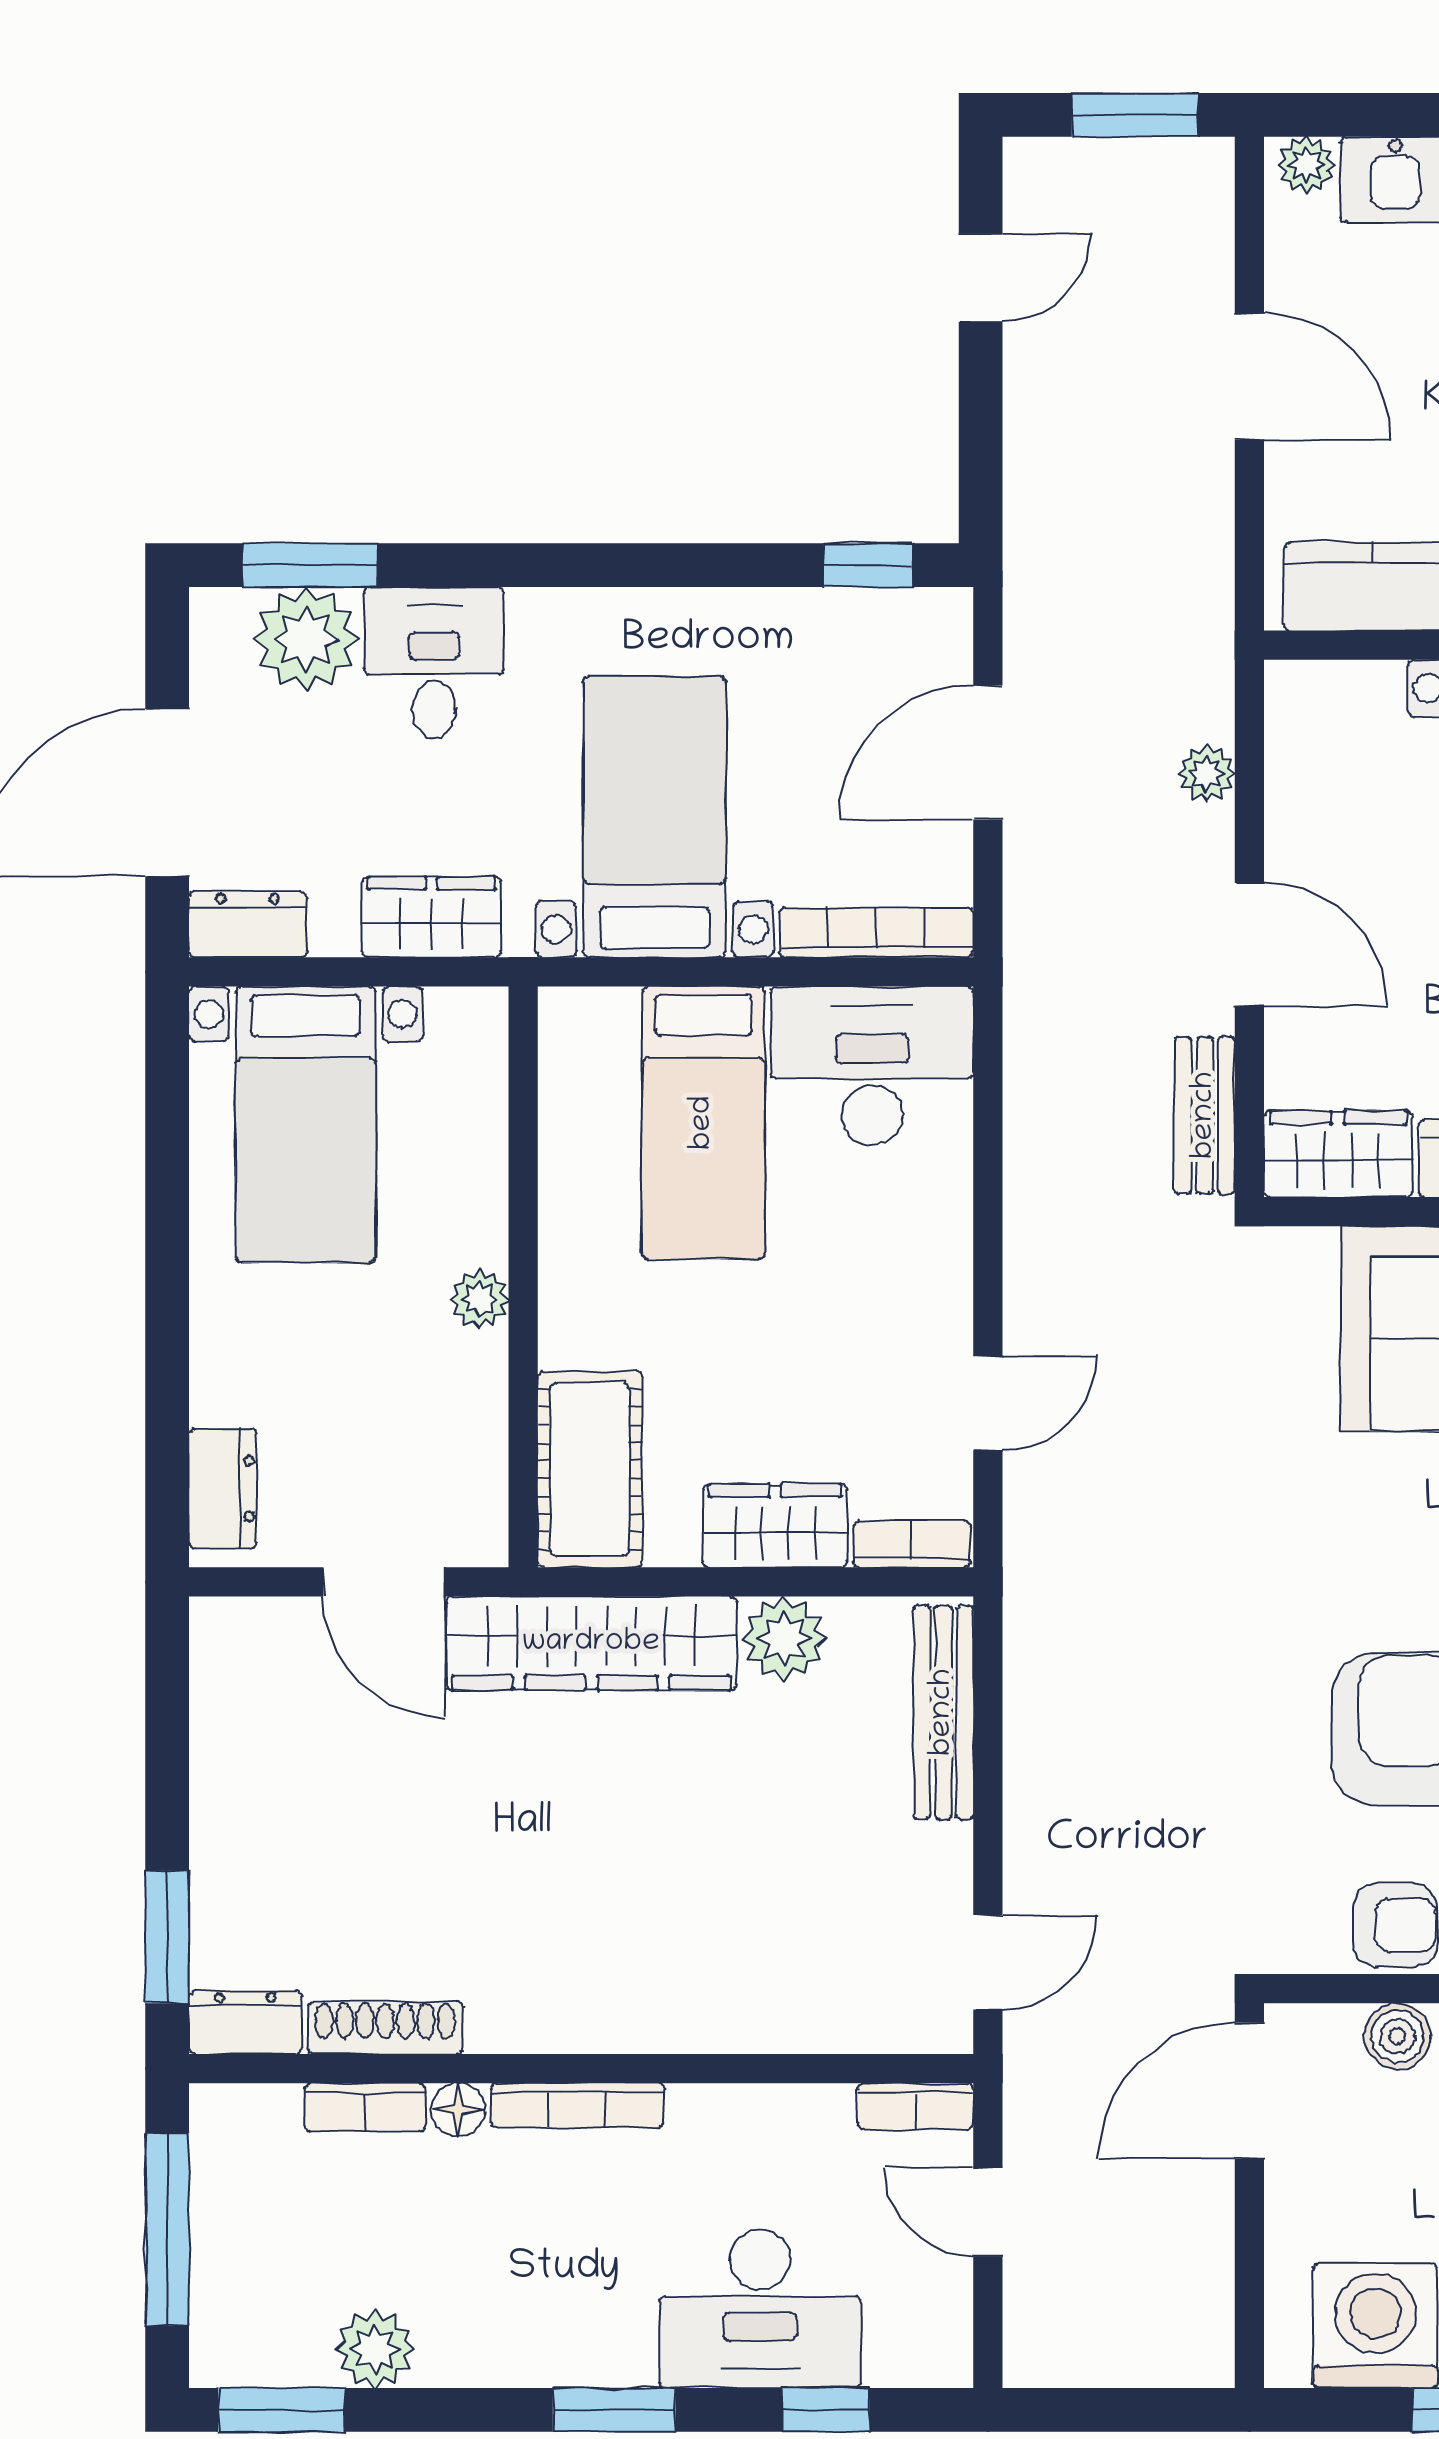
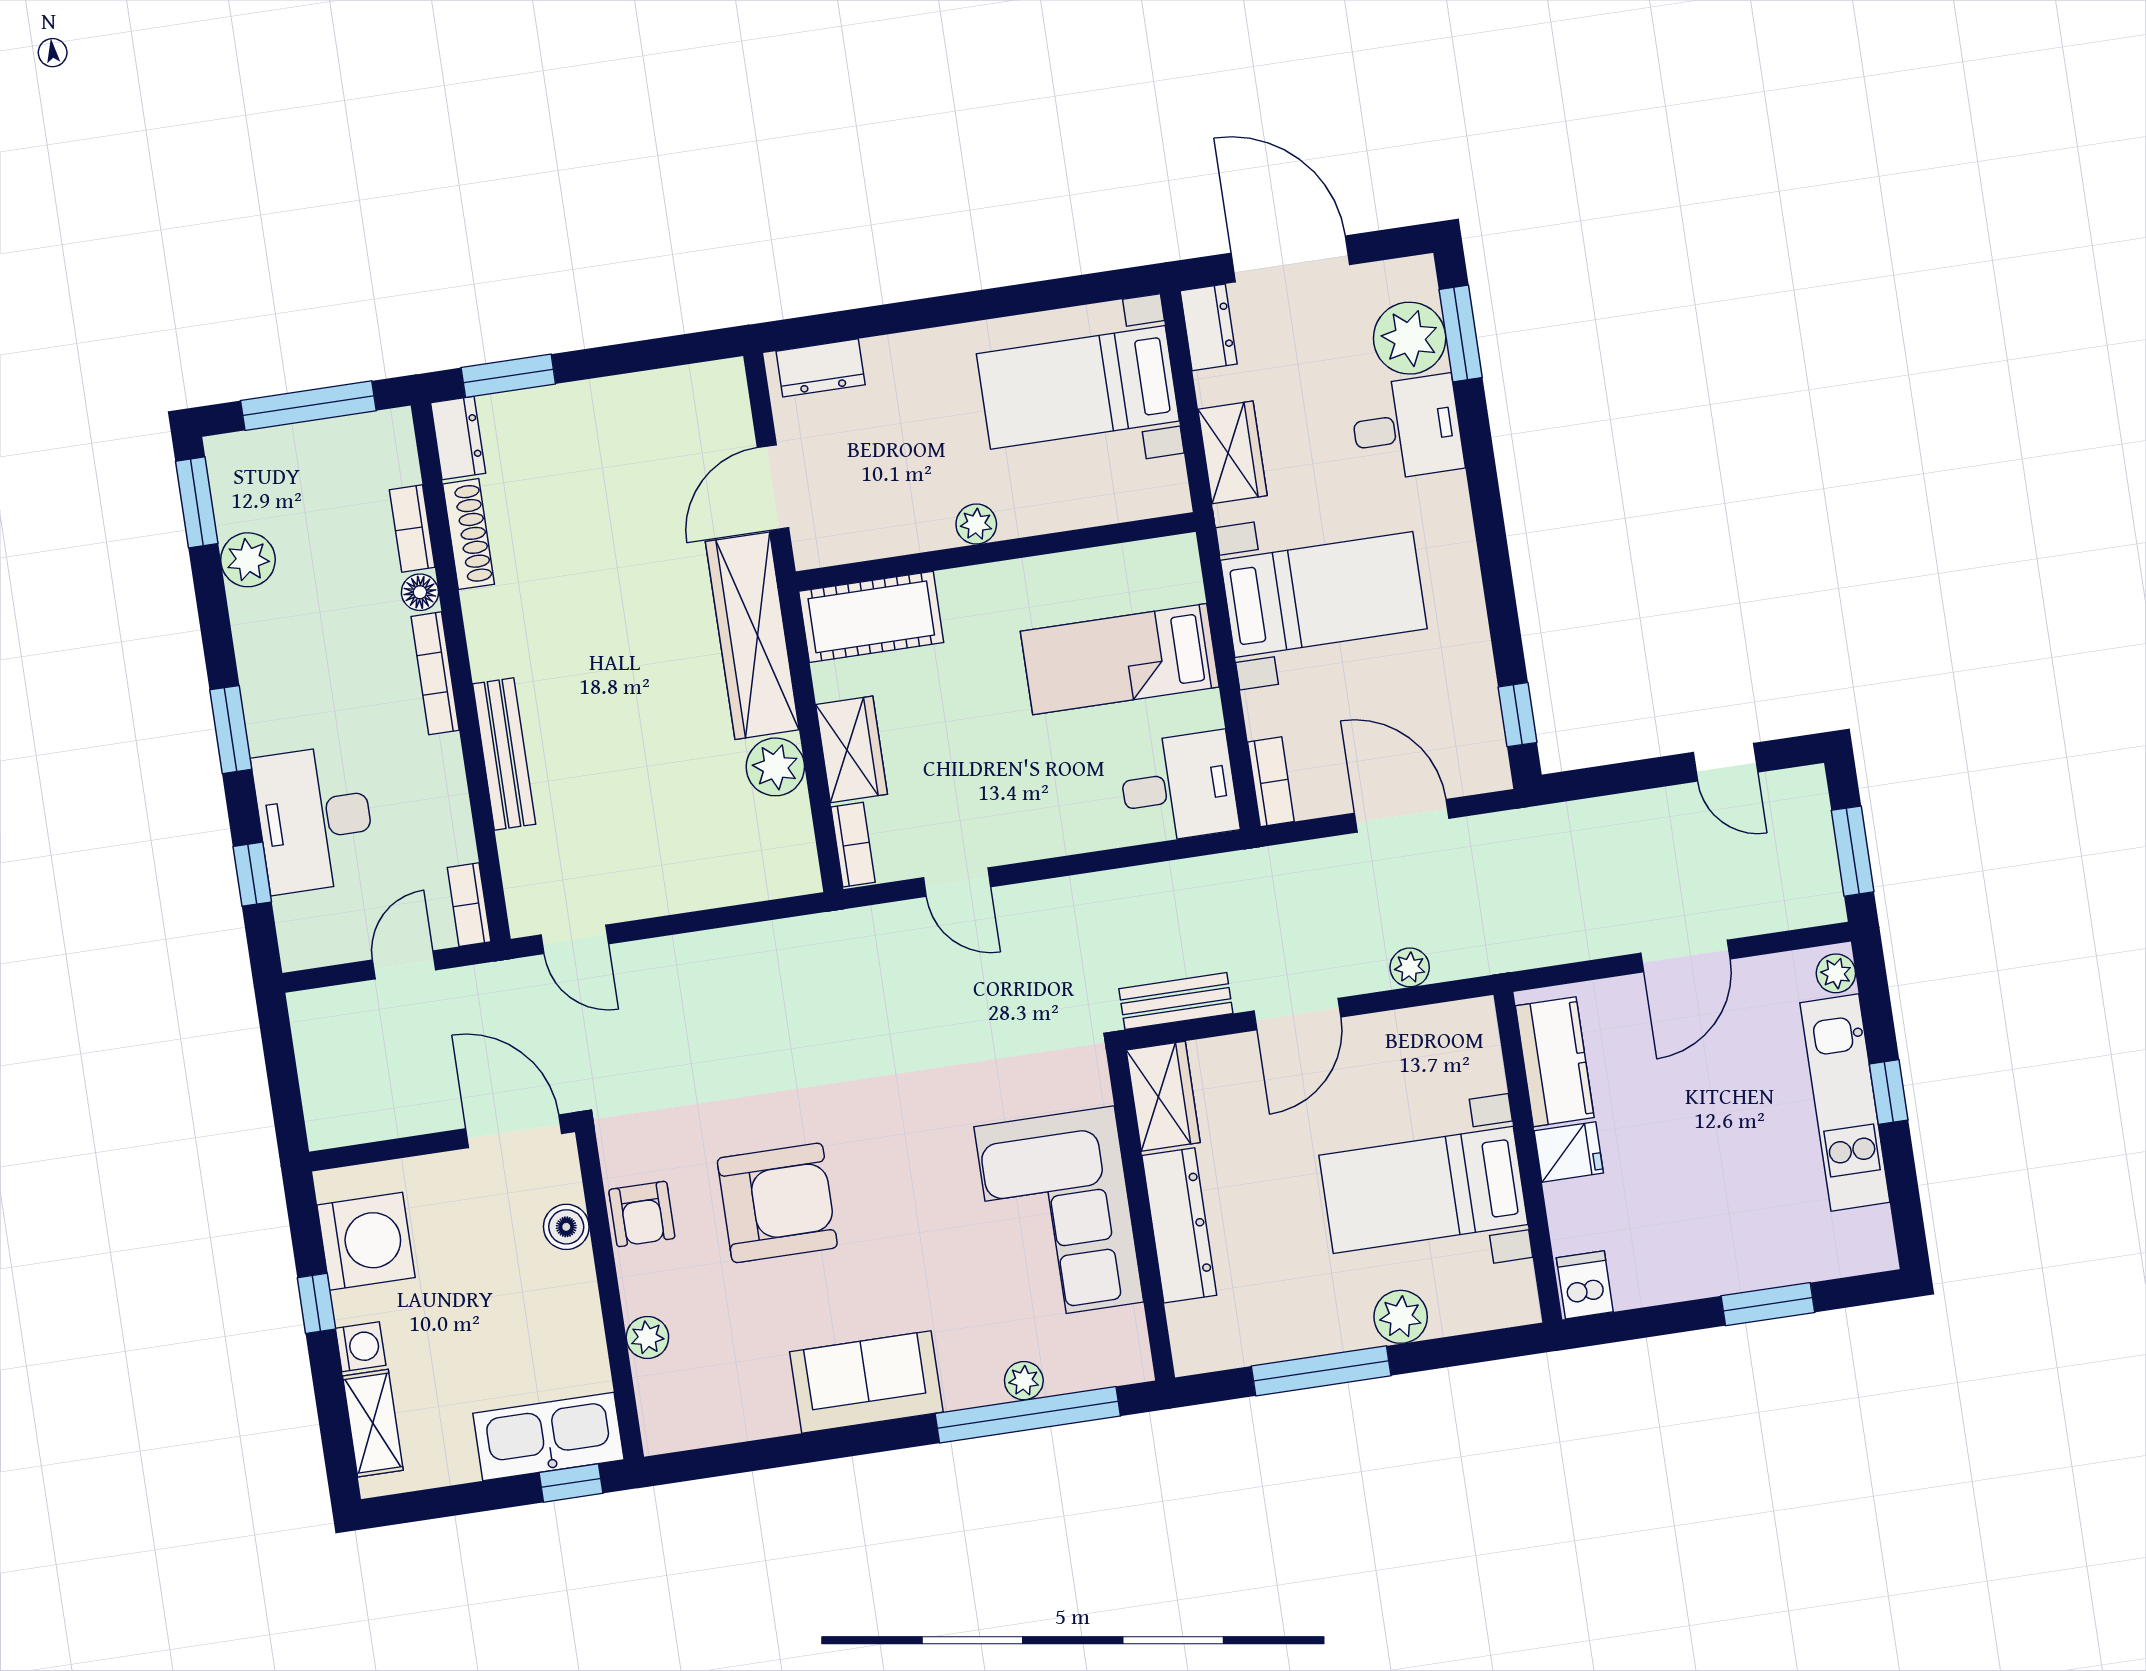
bookcase: (876, 932) -> (1271, 782), width x0.64
desk: (872, 1066) -> (1178, 787), width x0.73
bench: (943, 1712) -> (504, 754), moved, turned 90

